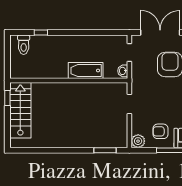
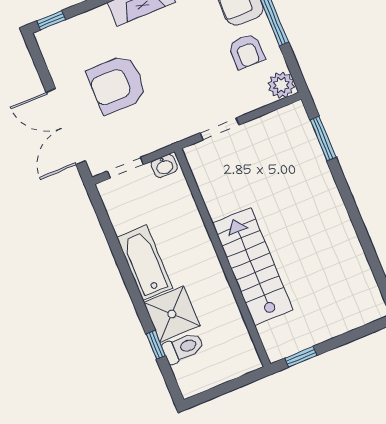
toilet: (24, 45) -> (183, 348), moved
shower: (52, 46) -> (172, 314), added
bathtub: (86, 71) -> (145, 263), moved, turned 180
stairs: (20, 110) -> (253, 267), moved, turned 90

